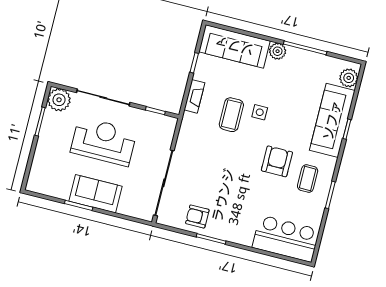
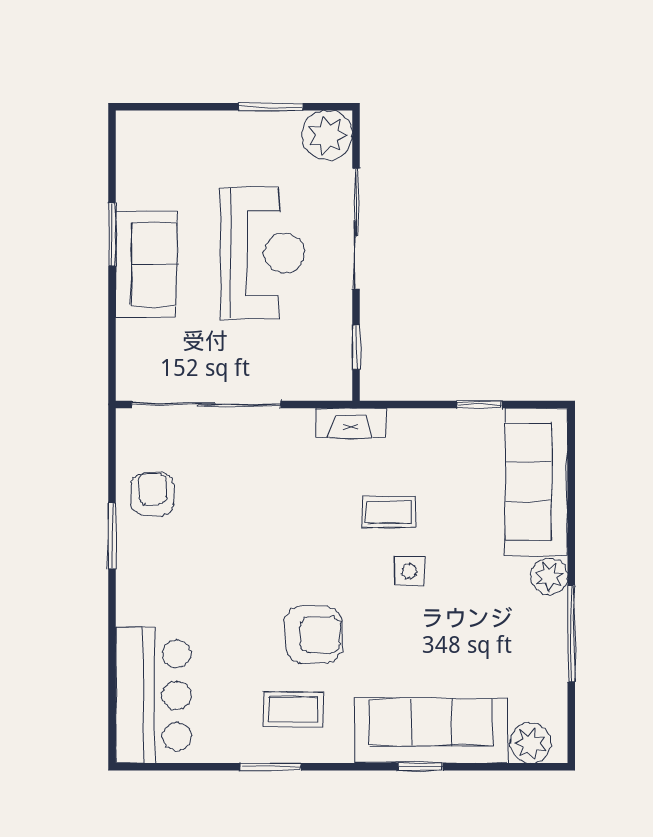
fireplace: (194, 96) -> (351, 423), moved
coffee table: (231, 115) -> (389, 512), width x0.73, depth x0.77

